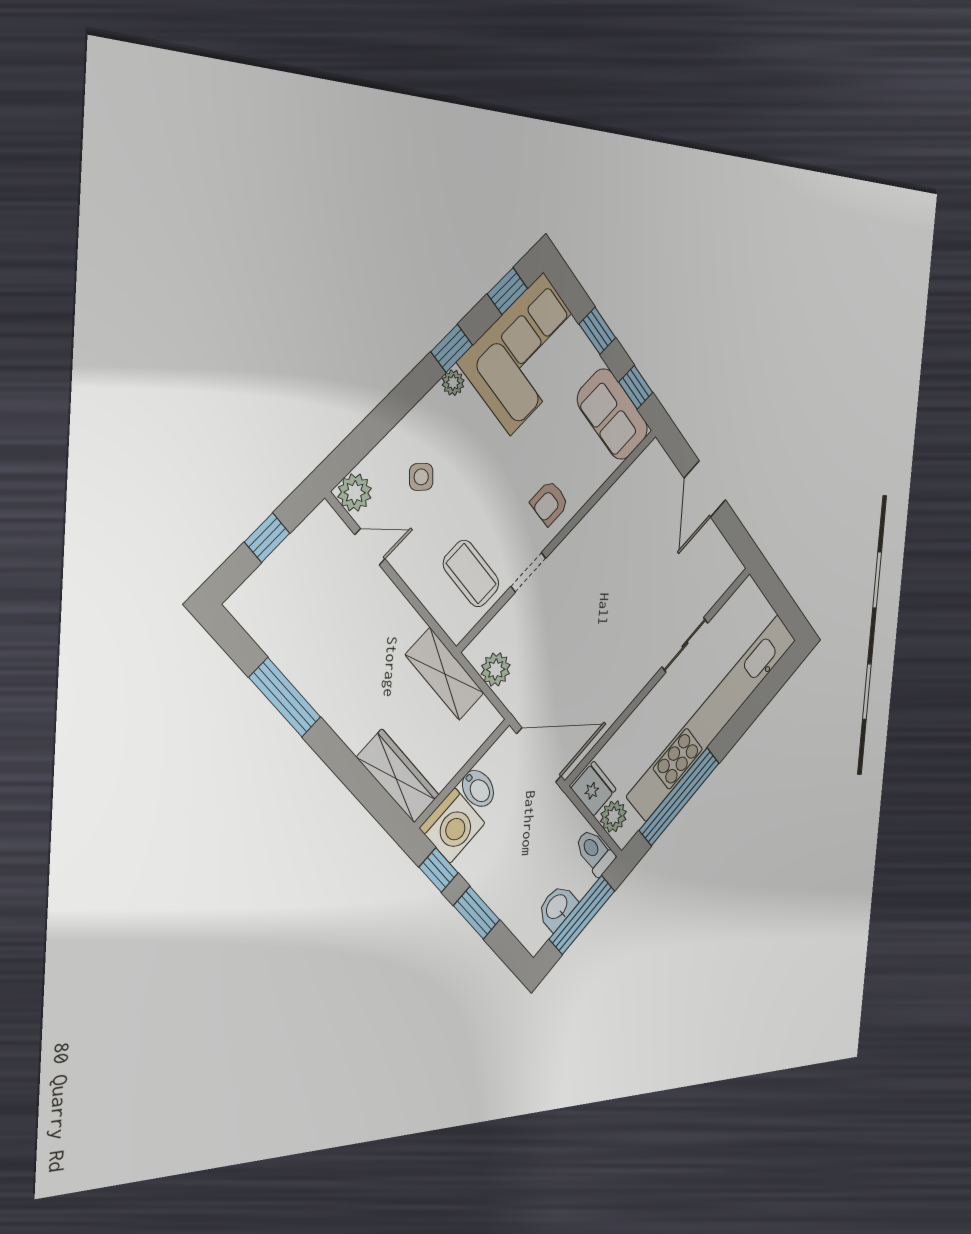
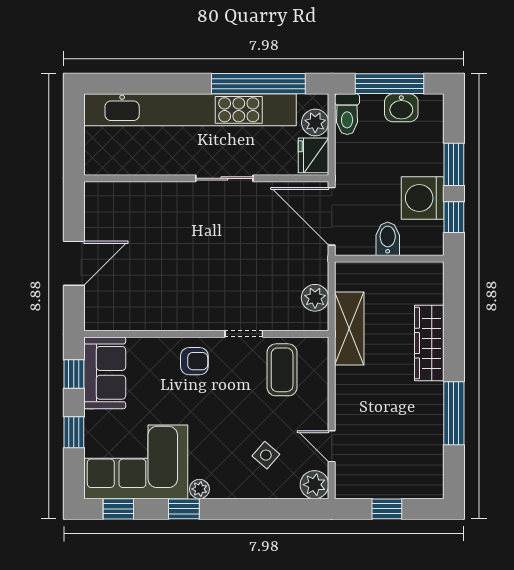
sliding door: (685, 645) -> (224, 178), moved
wardrobe: (398, 776) -> (429, 343), moved
washing machine: (452, 826) -> (423, 198), moved, turned -90

